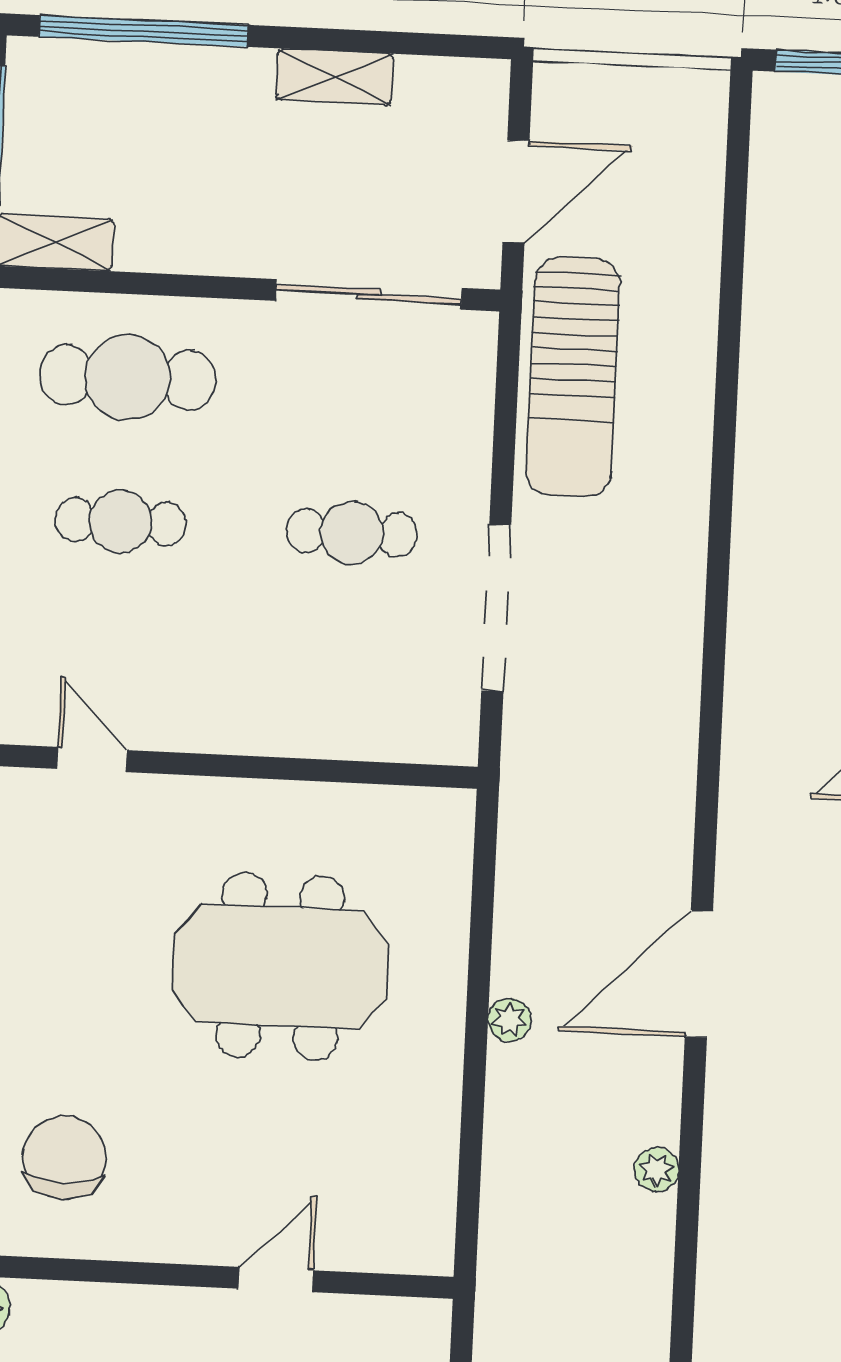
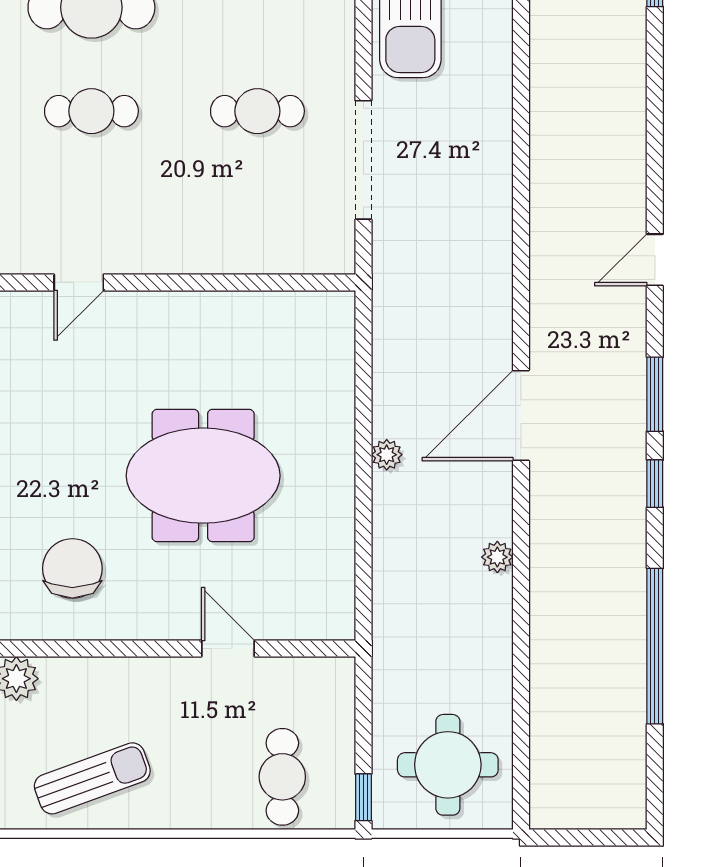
door: (92, 760) -> (79, 282), swing flipped
meeting table: (280, 966) -> (203, 476), moved
door: (276, 1279) -> (228, 649), hinge flipped

